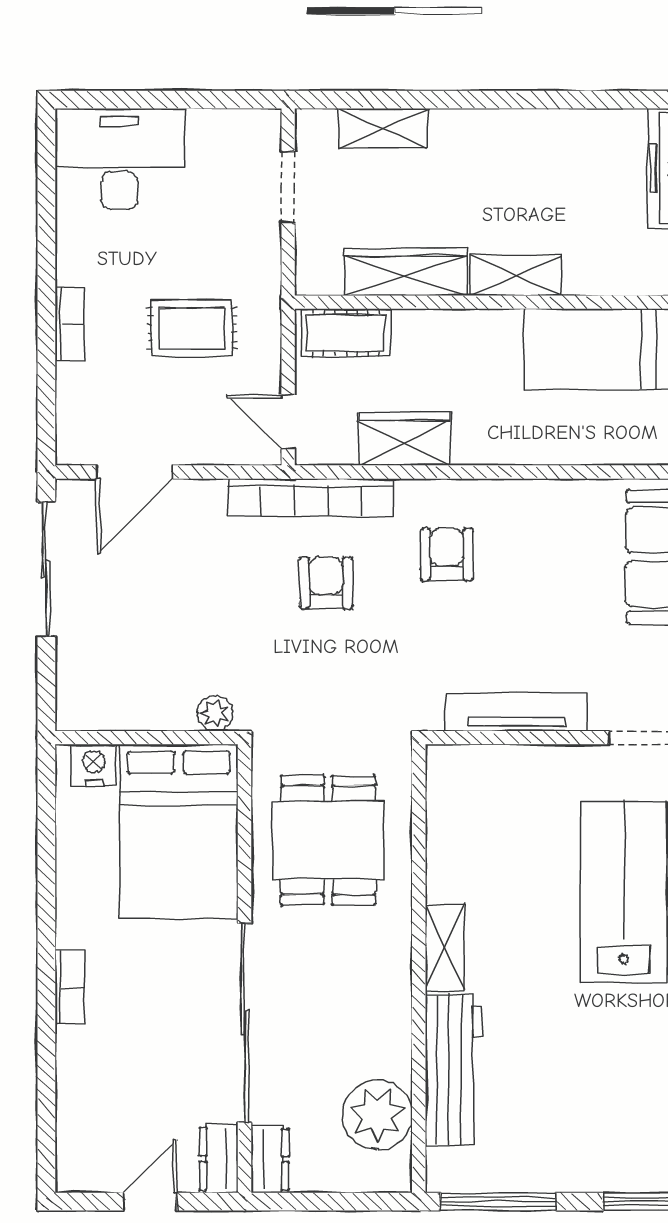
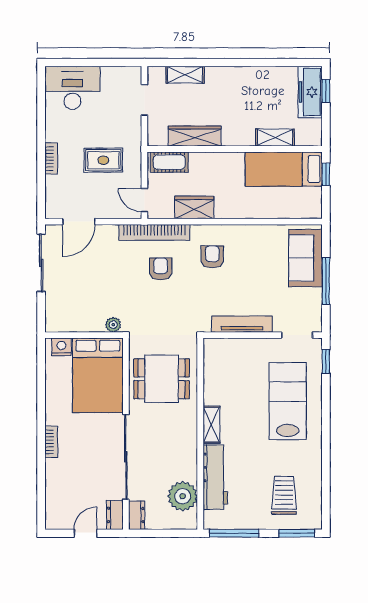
shelving: (516, 275) -> (275, 138), moved
dining table: (328, 840) -> (162, 379), turned 90
trolley: (615, 1113) -> (284, 495), added

